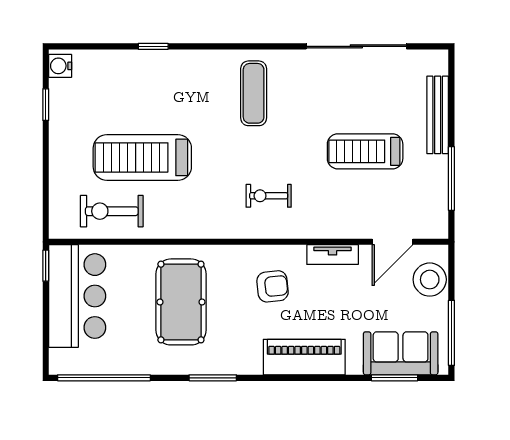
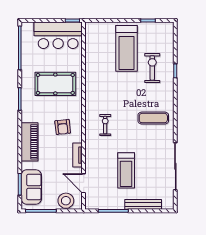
water cooler: (60, 66) -> (166, 27), removed
treadmill: (365, 151) -> (126, 170), turned 180
treadmill: (142, 157) -> (126, 48), moved, turned 180
exercise bike: (112, 211) -> (152, 68), moved

